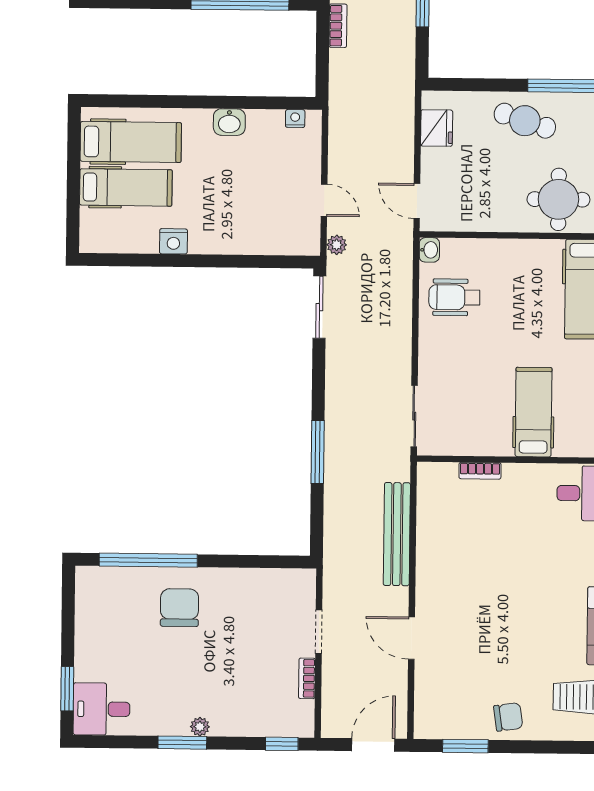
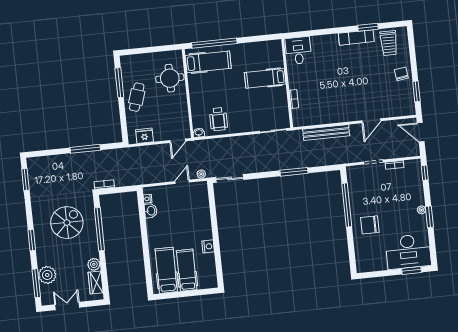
washbasin: (229, 122) -> (151, 211), moved
window: (148, 560) -> (347, 205), moved
desk: (102, 709) -> (408, 252), width x1.87, depth x1.30

